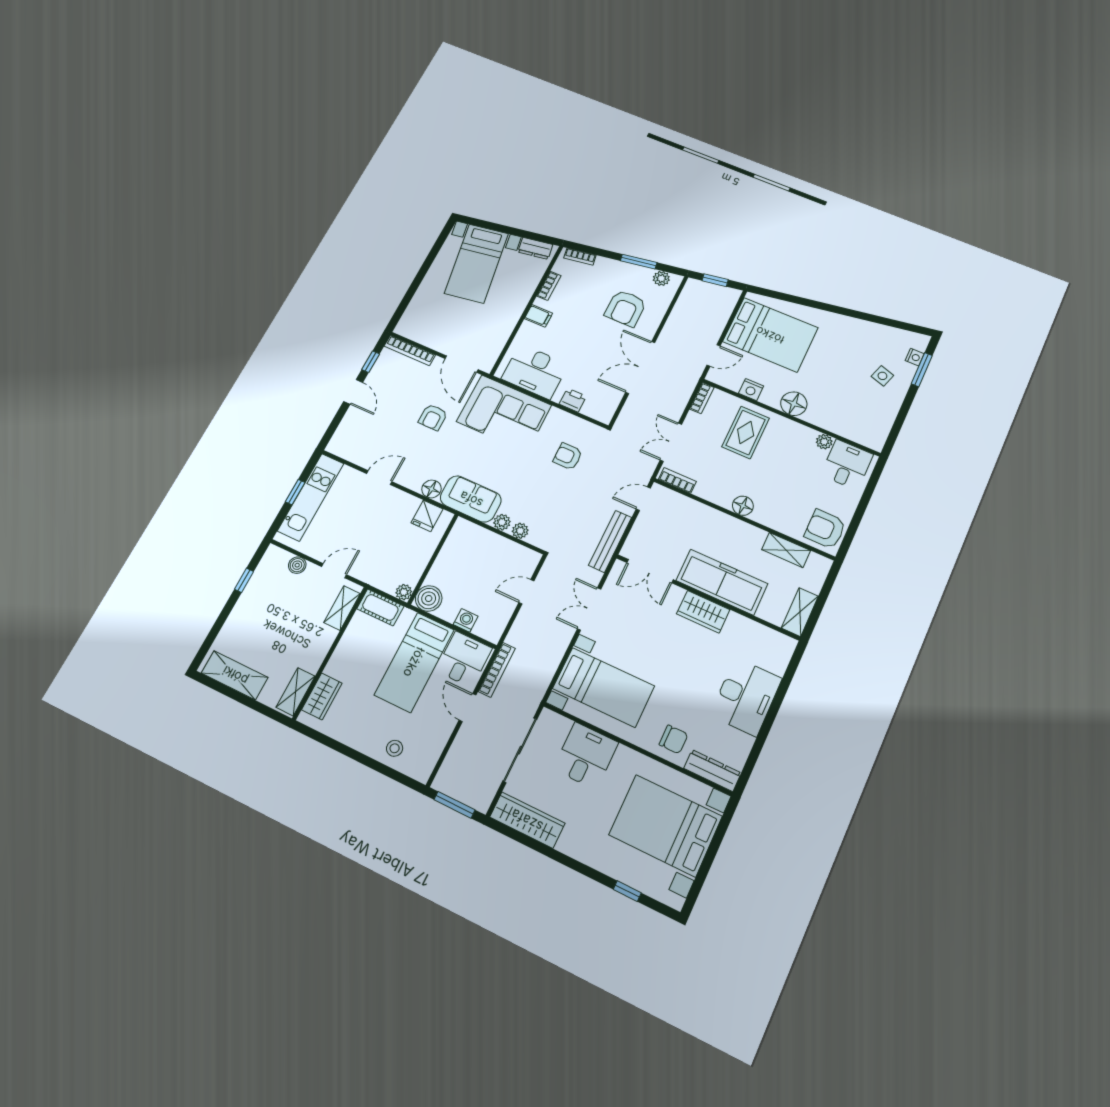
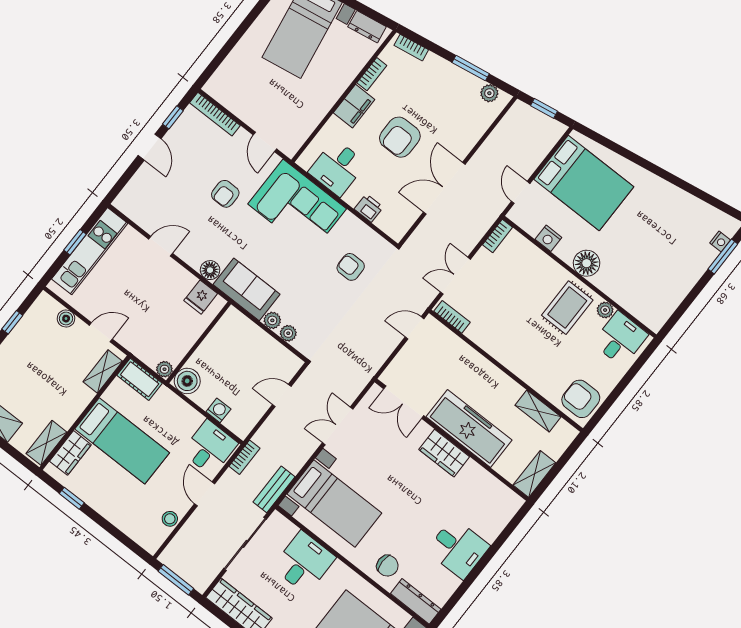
armchair: (626, 308) -> (400, 137), moved
filing cabinet: (538, 316) -> (354, 106), width x2.00
door: (713, 356) -> (521, 192), swing flipped
door: (462, 364) -> (265, 142), width x0.73
desk: (535, 371) -> (337, 168), width x0.73
side table: (882, 376) -> (682, 254), removed
rug: (746, 432) -> (567, 308), moved
floor lamp: (743, 506) -> (509, 357), removed
bench: (610, 541) -> (274, 489), moved, width x0.73
bed: (414, 662) -> (122, 441), moved, turned -90
bookcase: (497, 670) -> (245, 457), width x0.64
desk: (746, 697) -> (458, 548), width x0.73
window: (330, 743) -> (72, 498), added
stool: (395, 748) -> (170, 519), moved

